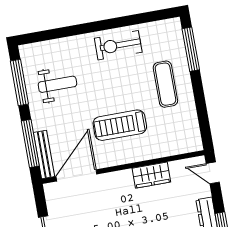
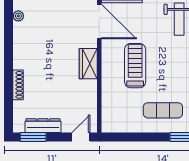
wardrobe: (151, 175) -> (88, 64), moved

